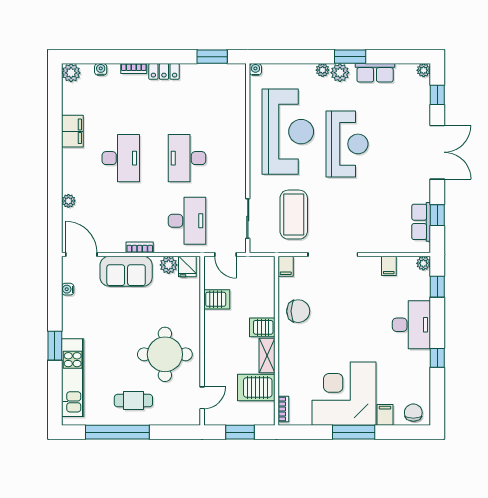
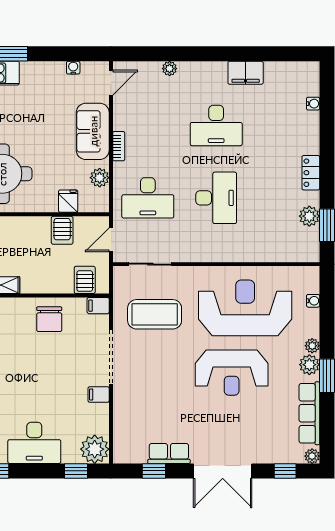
bookcase: (134, 69) -> (314, 140), removed
water cooler: (255, 69) -> (313, 301), moved
plant: (71, 73) -> (309, 216), moved
row of seats: (375, 73) -> (309, 413), width x1.48
reception desk: (288, 132) -> (245, 308), turned 180
desk: (187, 158) -> (216, 198), turned 90
row of seats: (421, 222) -> (169, 453), moved
door: (81, 255) -> (111, 83), width x0.73
plant: (423, 263) -> (95, 449), width x1.88, depth x1.88
filing cabinet: (389, 266) -> (99, 395), moved
fridge: (187, 267) -> (68, 201), moved, turned 90
server rack: (262, 327) -> (85, 280), moved

